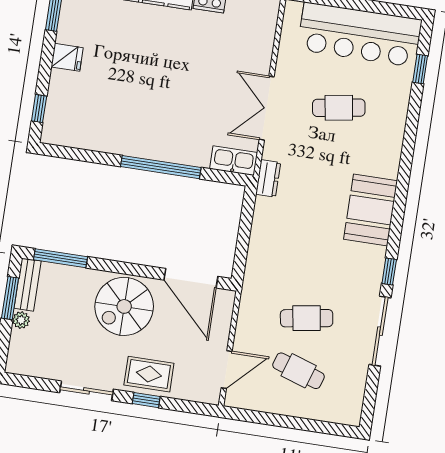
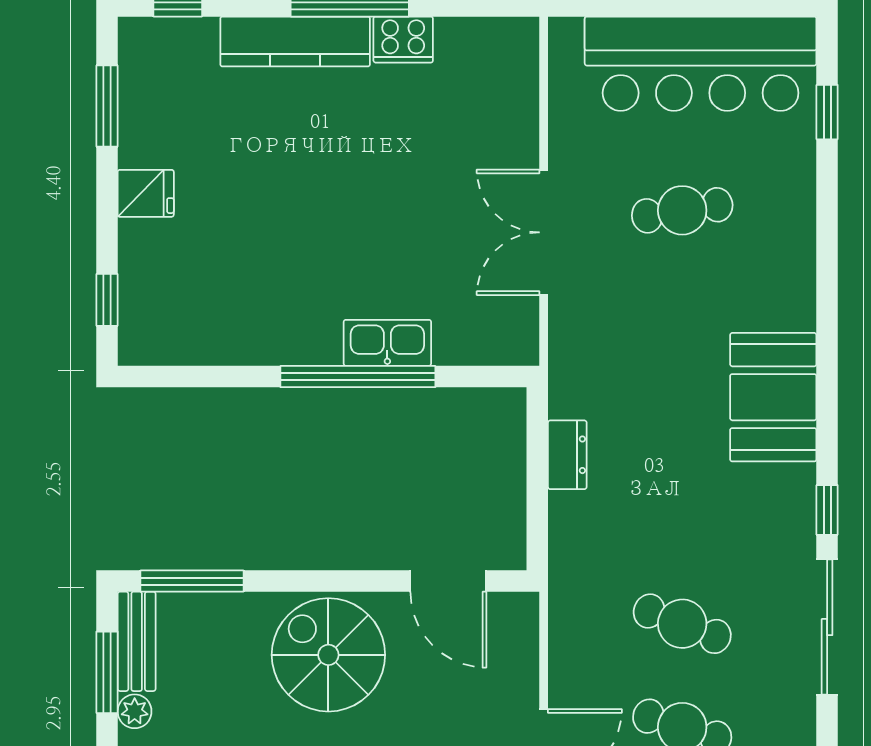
kitchen sink: (234, 161) -> (387, 343), moved
dresser: (268, 178) -> (567, 455), moved
door: (191, 278) -> (448, 581), width x0.73
spiral stairs: (124, 306) -> (328, 655), turned 90
cafe table: (307, 318) -> (682, 624), turned 30

